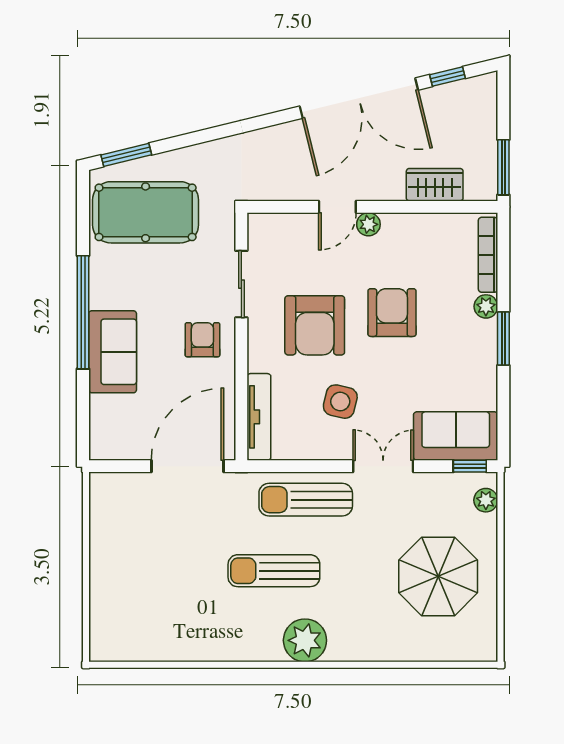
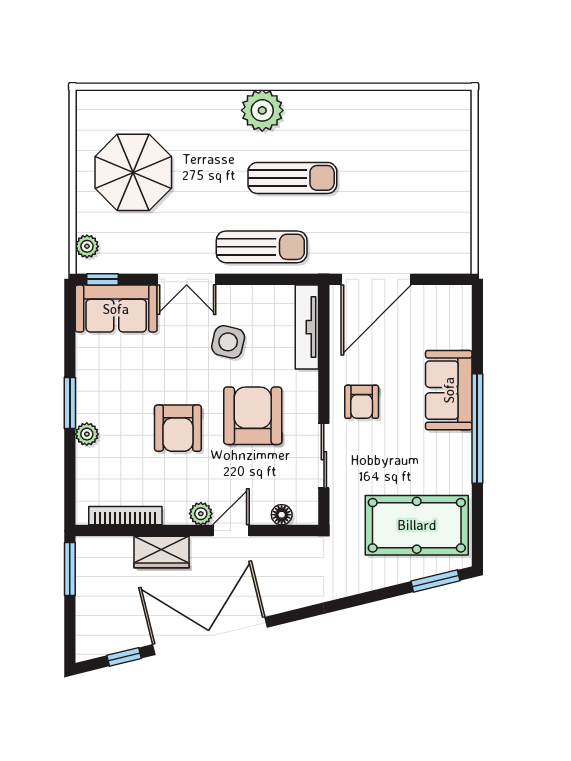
wardrobe: (435, 185) -> (162, 552), moved
floor lamp: (285, 223) -> (282, 515), added
bookcase: (488, 255) -> (125, 516), moved, turned -90

